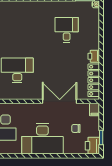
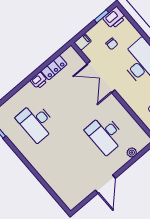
desk: (67, 30) -> (36, 122), width x1.37
locker: (94, 80) -> (54, 68), width x0.66

